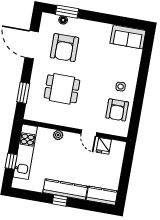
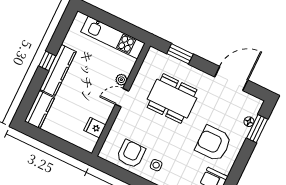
armchair: (64, 48) -> (213, 143), moved
dining table: (62, 89) -> (172, 99), width x1.38
armchair: (117, 110) -> (131, 154), turned 90
door: (89, 133) -> (122, 98), moved
window: (11, 161) -> (107, 19), removed

